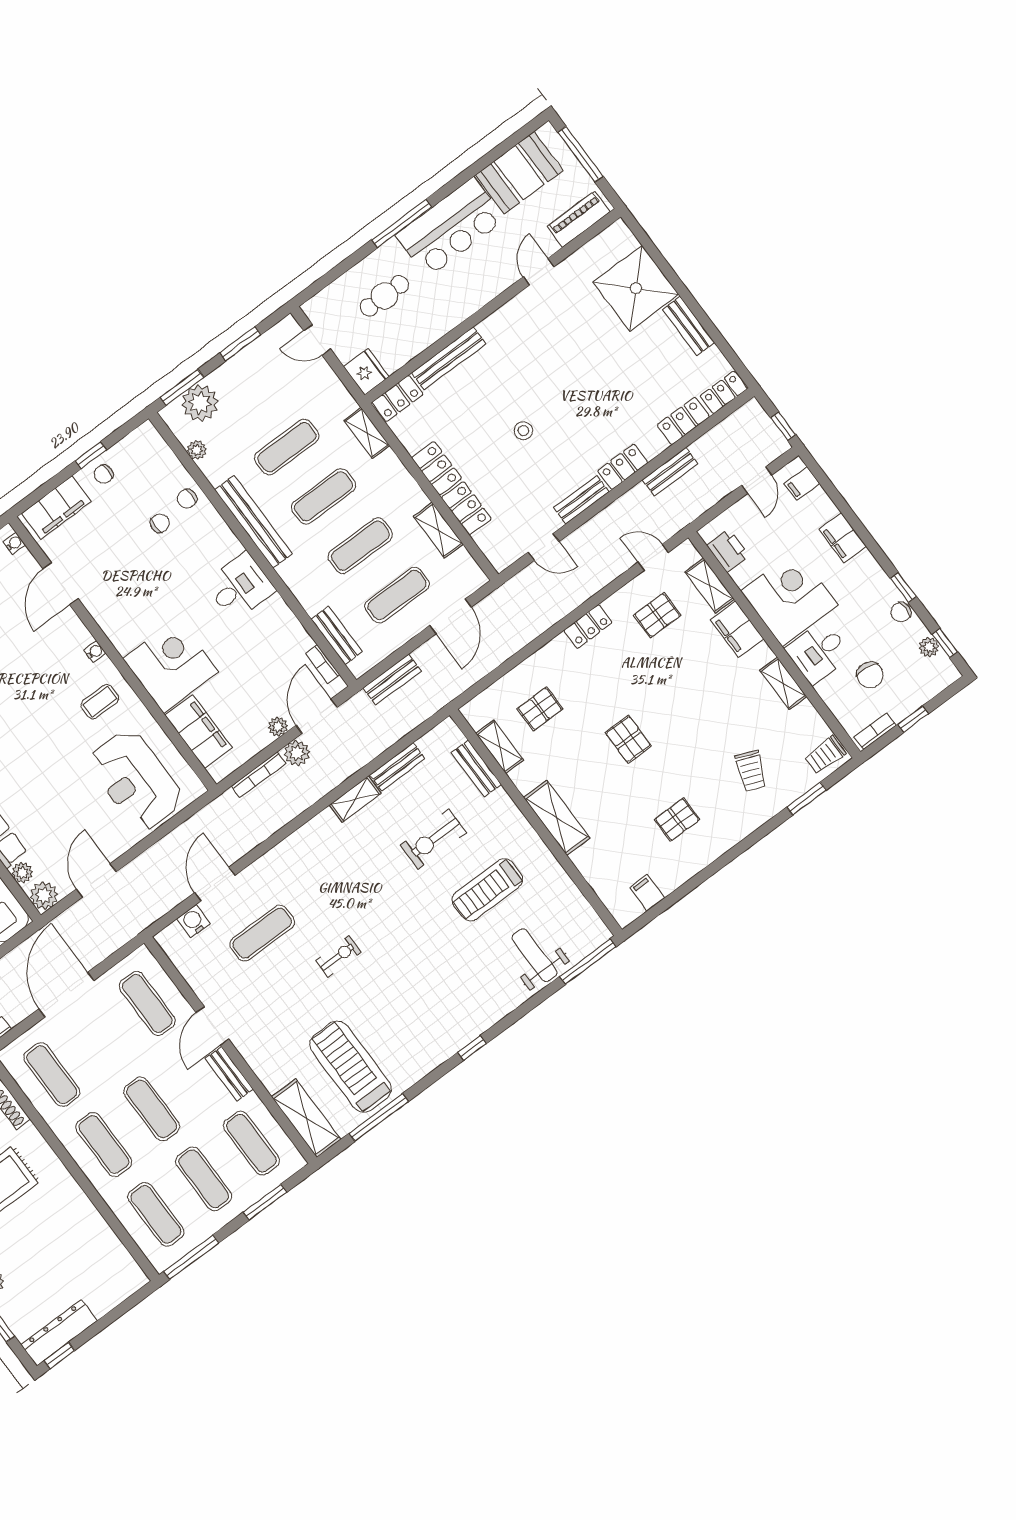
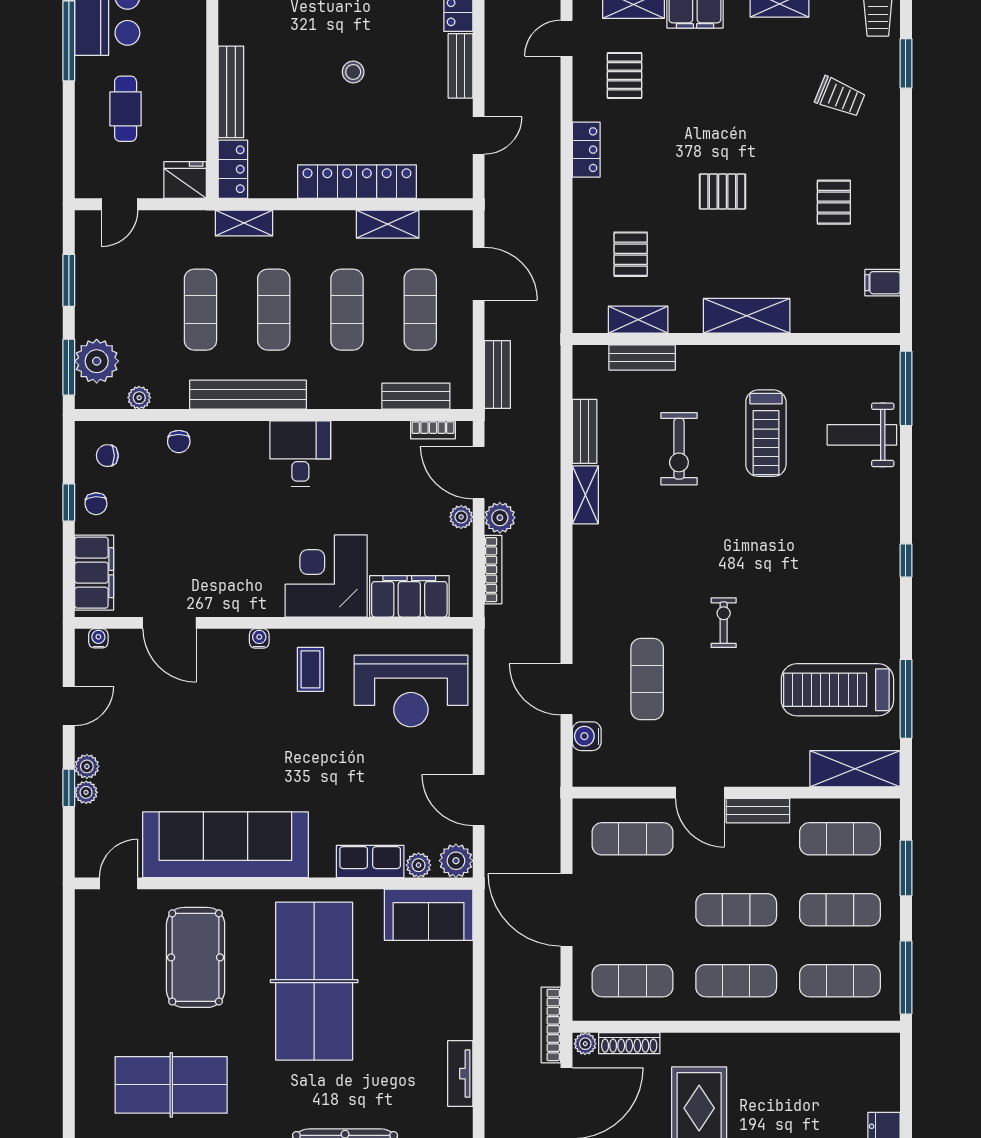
chair: (160, 523) -> (107, 456), moved, turned -90

